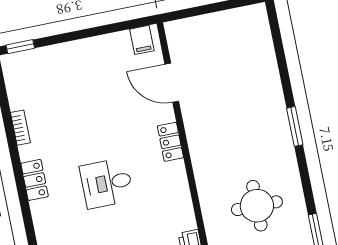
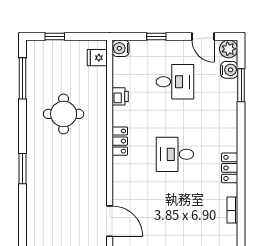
locker: (170, 142) -> (120, 141), moved
desk: (107, 183) -> (175, 154), turned 180

